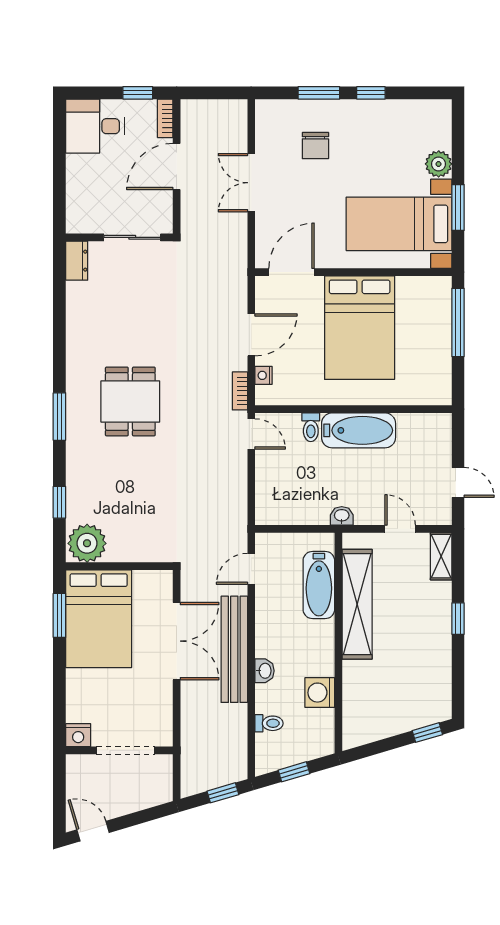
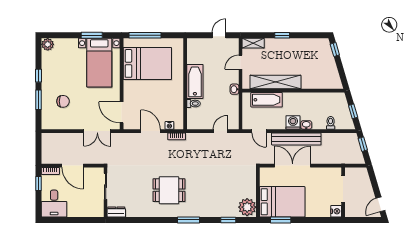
plant: (439, 164) -> (48, 44), moved
double door: (251, 183) -> (97, 131), moved
bed: (360, 328) -> (147, 63), moved
dining table: (130, 401) -> (169, 190), moved
door: (251, 434) -> (220, 131), moved
washing machine: (320, 693) -> (293, 122), moved, turned 180

